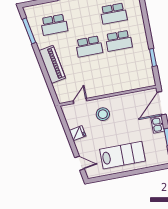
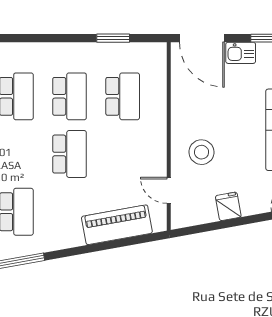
piano: (52, 64) -> (117, 225), moved
school desk: (124, 68) -> (123, 96), added

